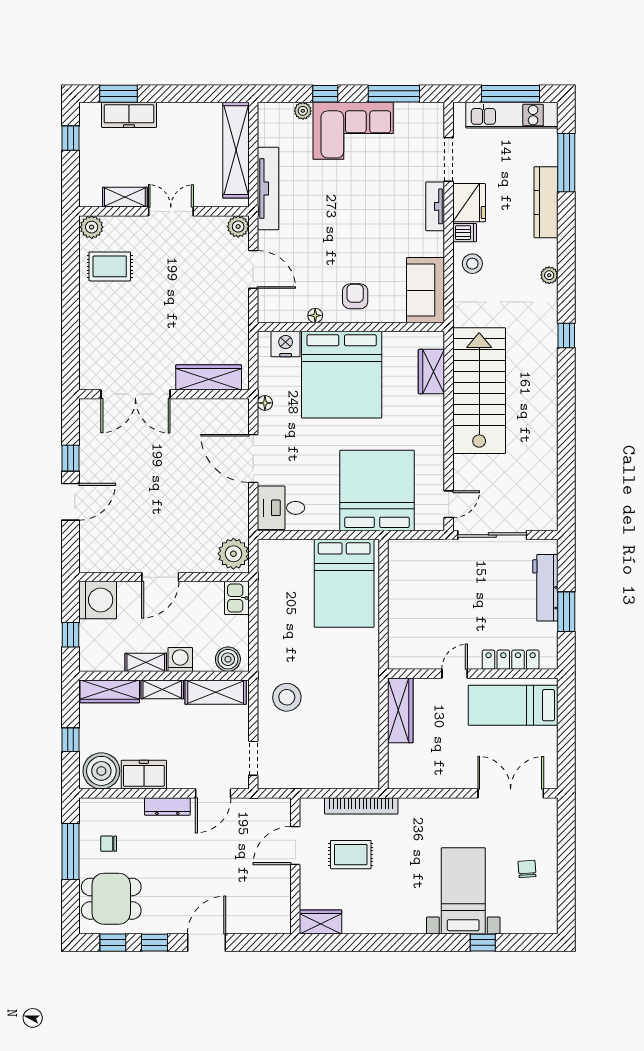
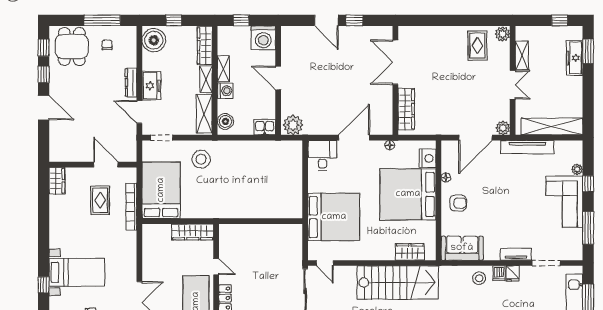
fridge: (469, 203) -> (513, 273), width x0.53, depth x0.75
door: (253, 269) -> (475, 138), width x1.36
bed: (344, 583) -> (161, 190), moved, turned 90
freezer: (144, 775) -> (151, 86), moved

